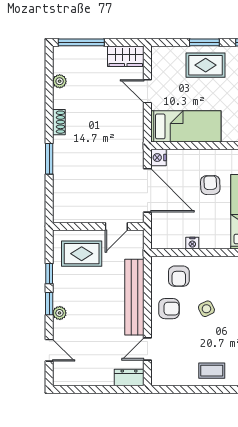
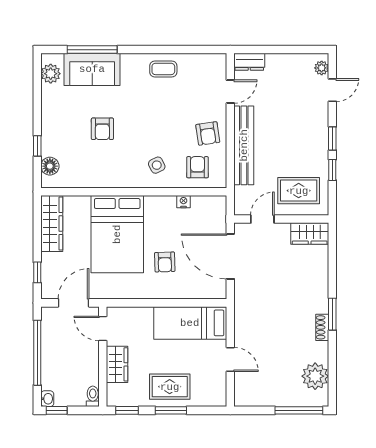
wardrobe: (126, 56) -> (310, 234), moved, turned 180
plant: (60, 81) -> (315, 376), width x1.87, depth x1.87
nightstand: (158, 158) -> (219, 291), removed
window: (49, 159) -> (332, 314), moved
armchair: (169, 309) -> (208, 133), turned -98
side table: (206, 309) -> (157, 165), moved
plant: (60, 313) -> (322, 68), moved
door: (49, 350) -> (332, 90), swing flipped

